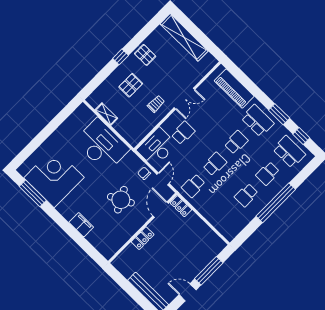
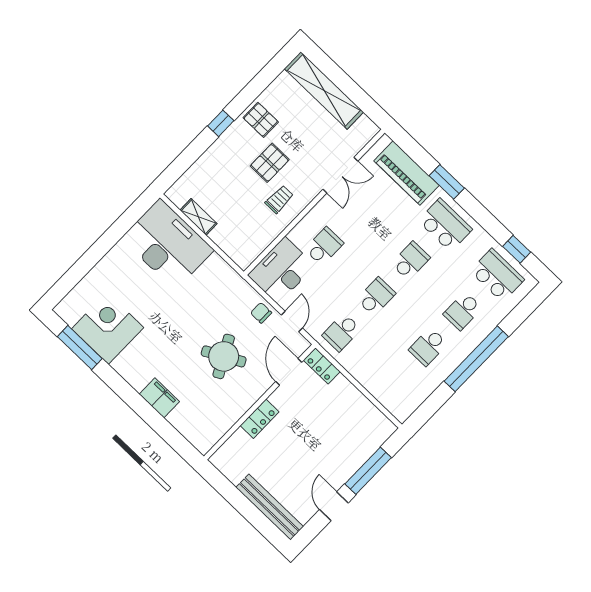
pallet: (131, 85) -> (270, 163), moved
double door: (185, 99) -> (340, 175), moved
window: (279, 114) -> (447, 182), moved
desk: (102, 145) -> (167, 244), moved
corner desk: (54, 178) -> (108, 328), width x0.74, depth x0.74
door: (188, 292) -> (334, 506), hinge flipped

